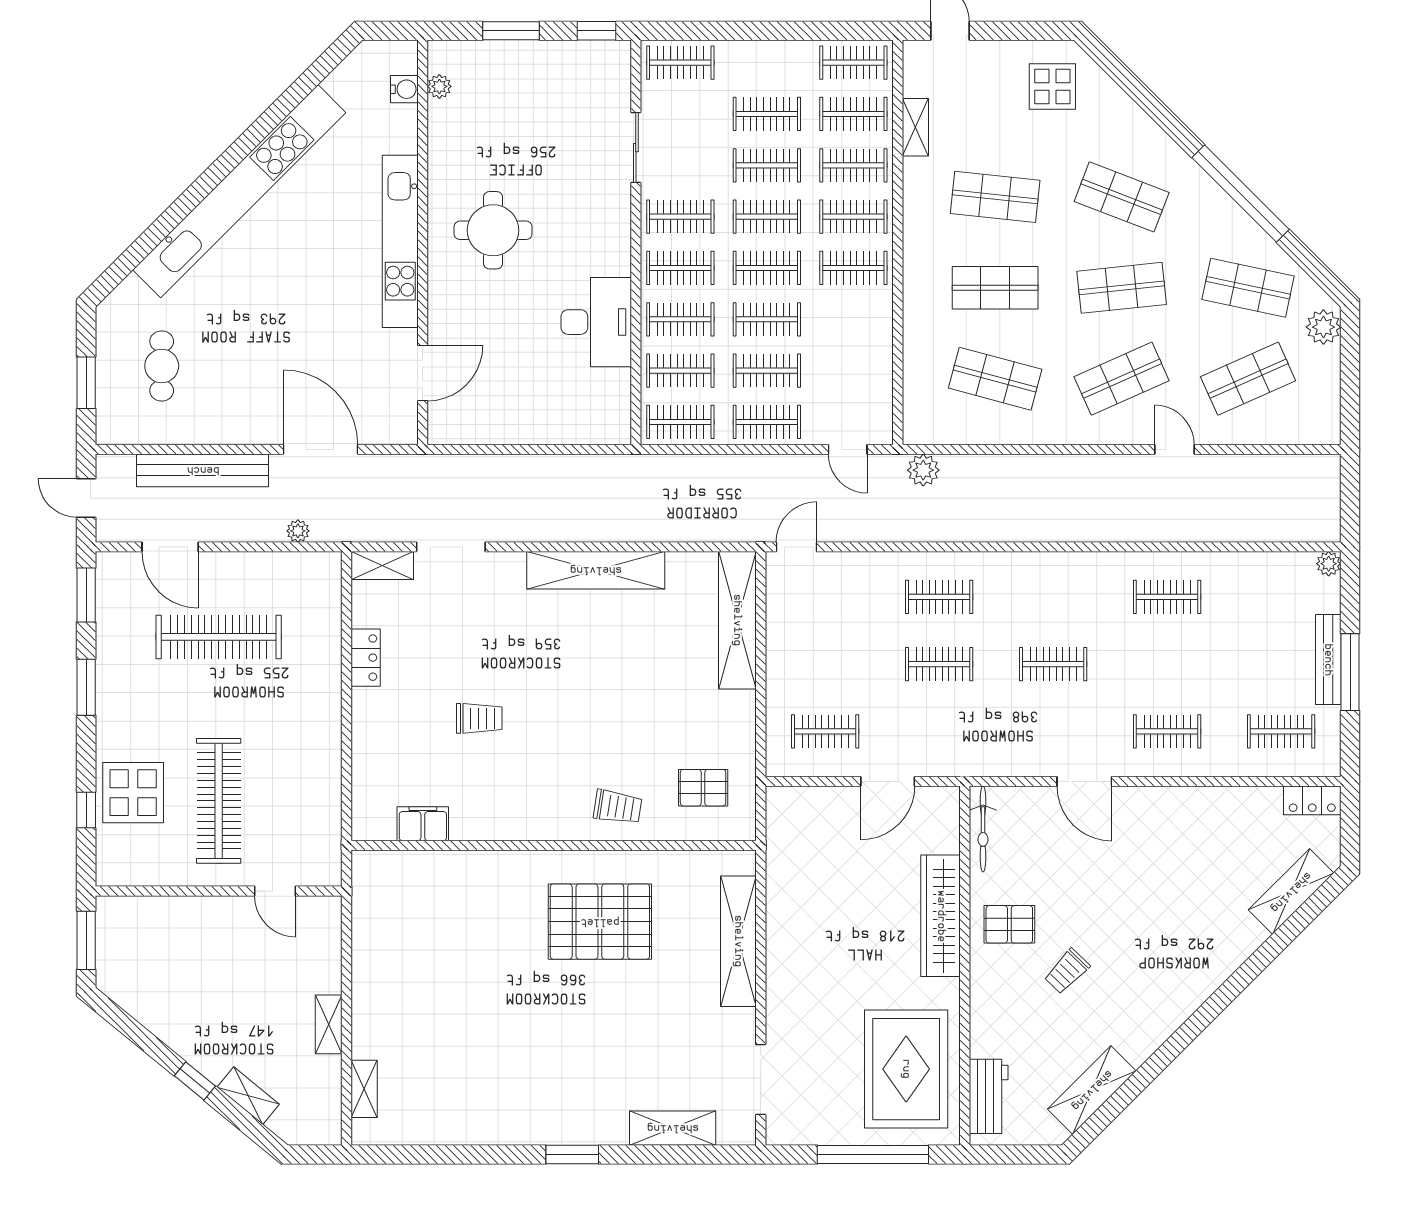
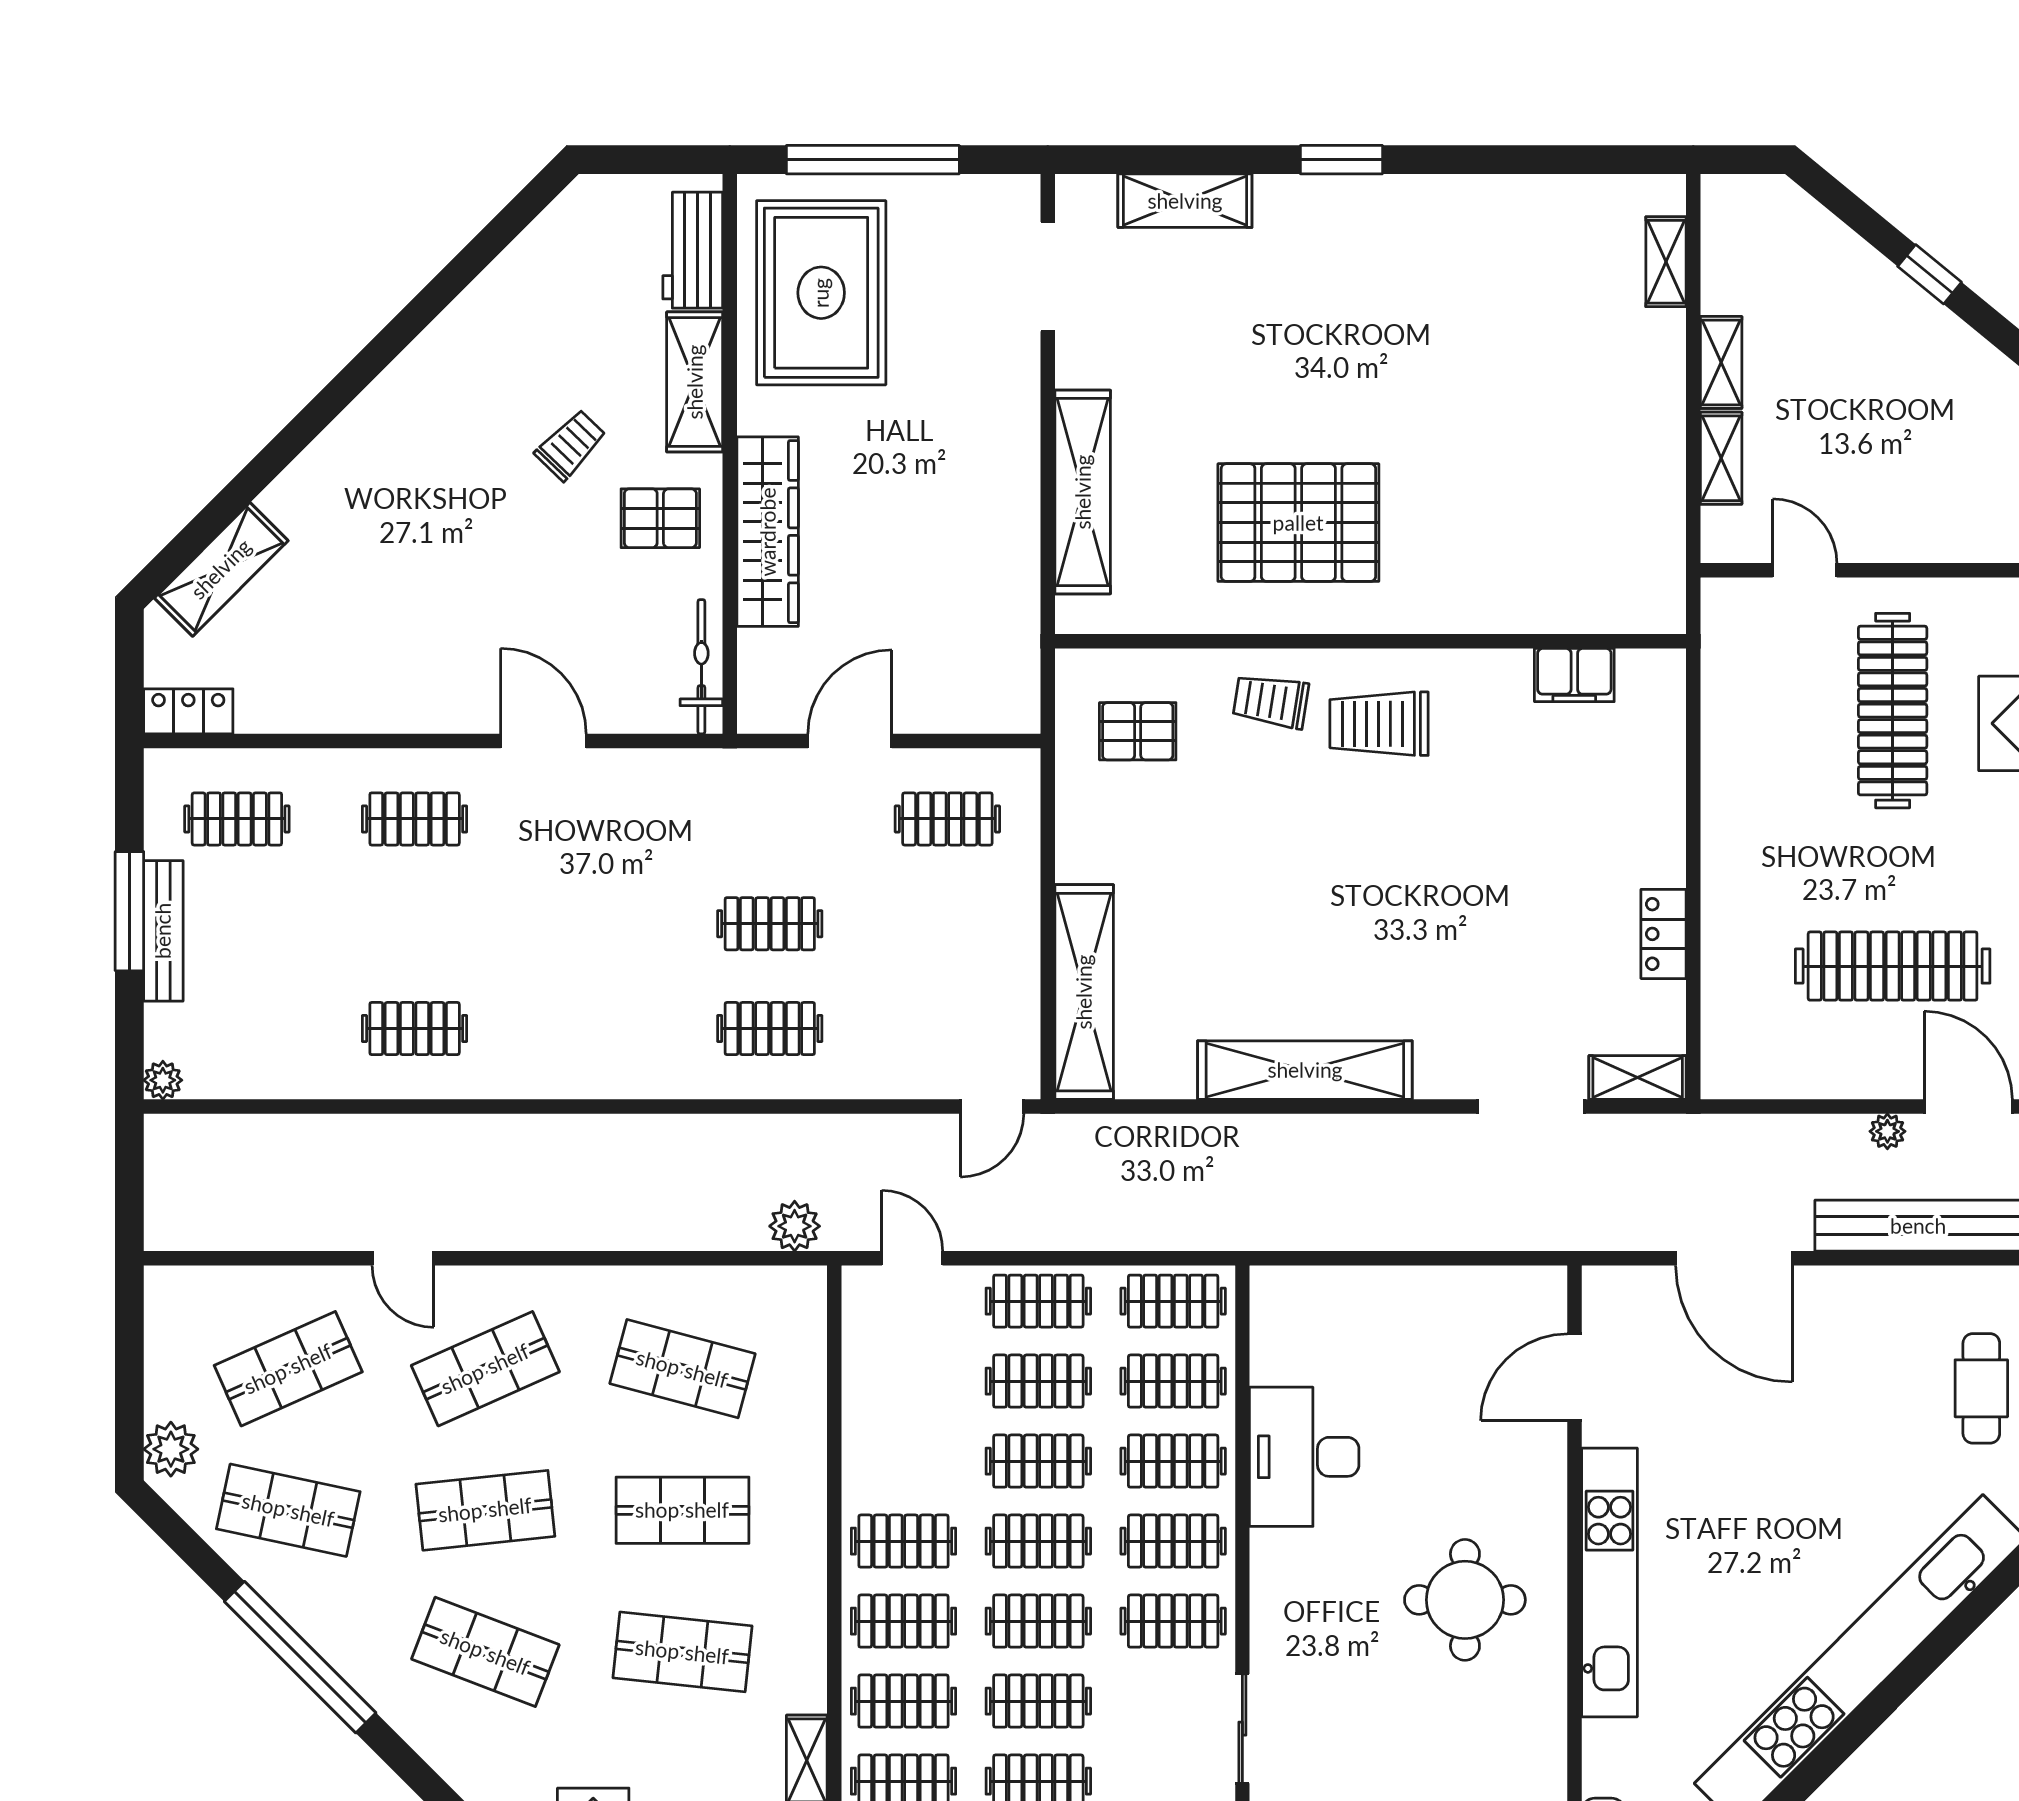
plant: (298, 531) -> (1887, 1131), moved
clothes rail: (1053, 664) -> (592, 924), removed
trolley: (479, 718) -> (1379, 724), moved, width x1.36, depth x1.39
shelving: (1092, 1090) -> (695, 382), moved, turned -45
shelving: (248, 1096) -> (1721, 458), moved, turned 51

